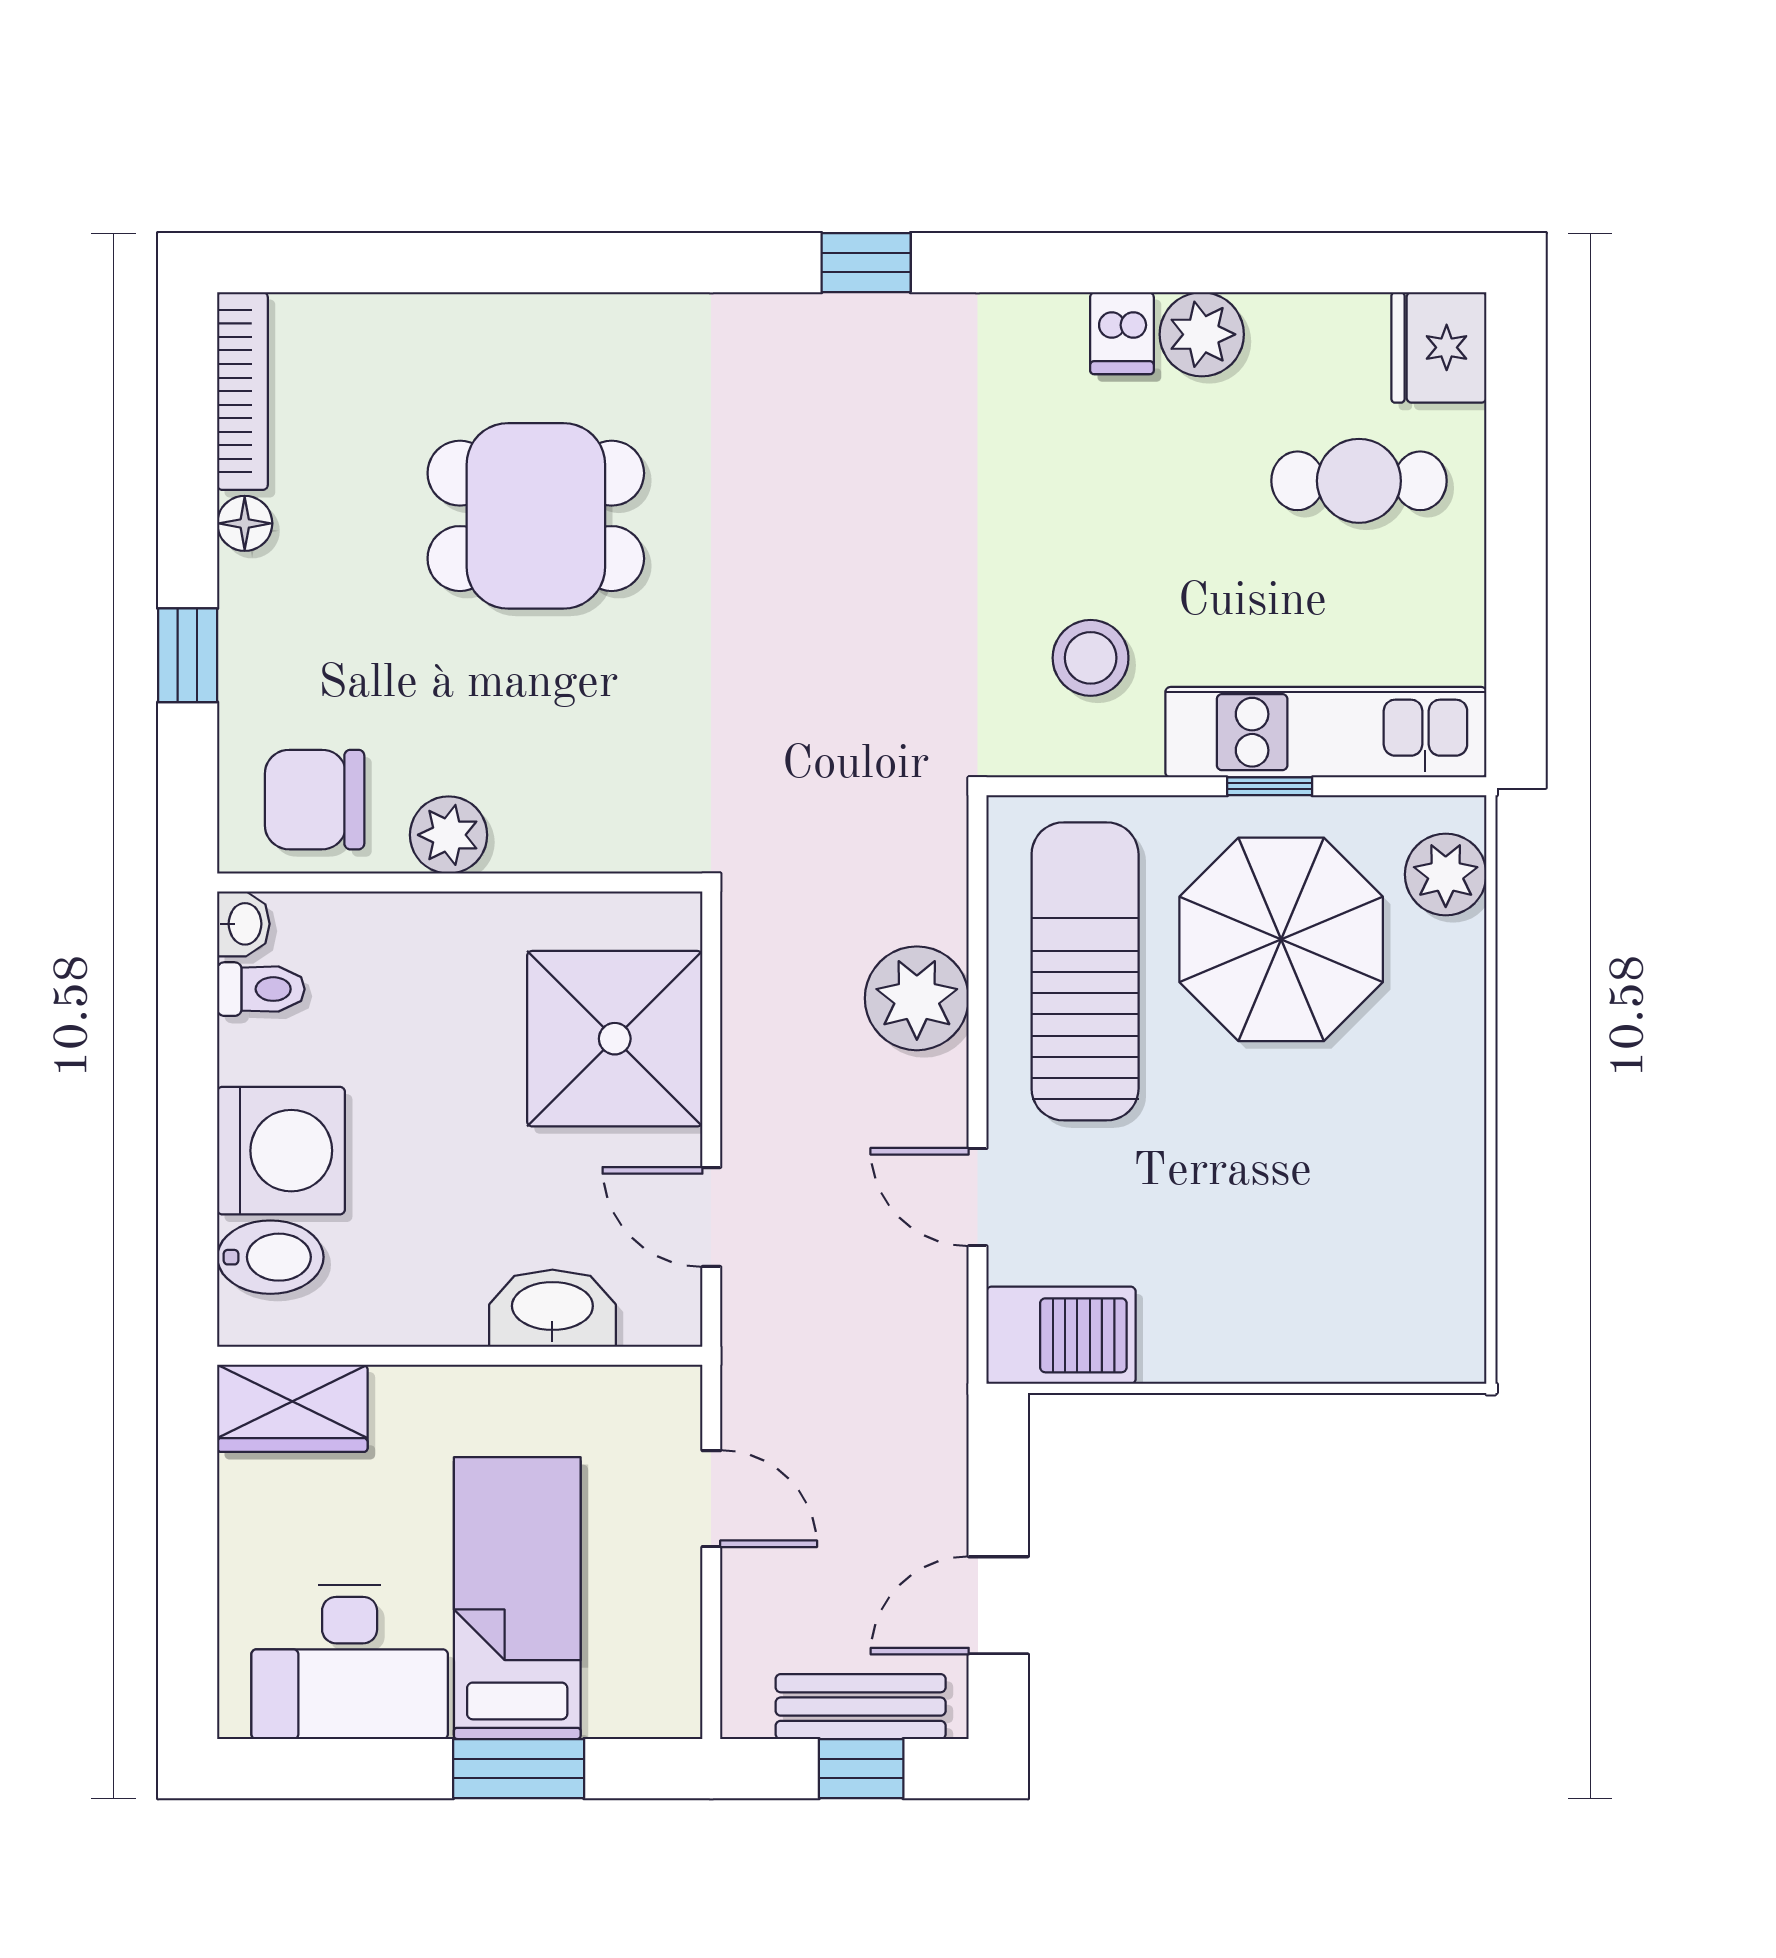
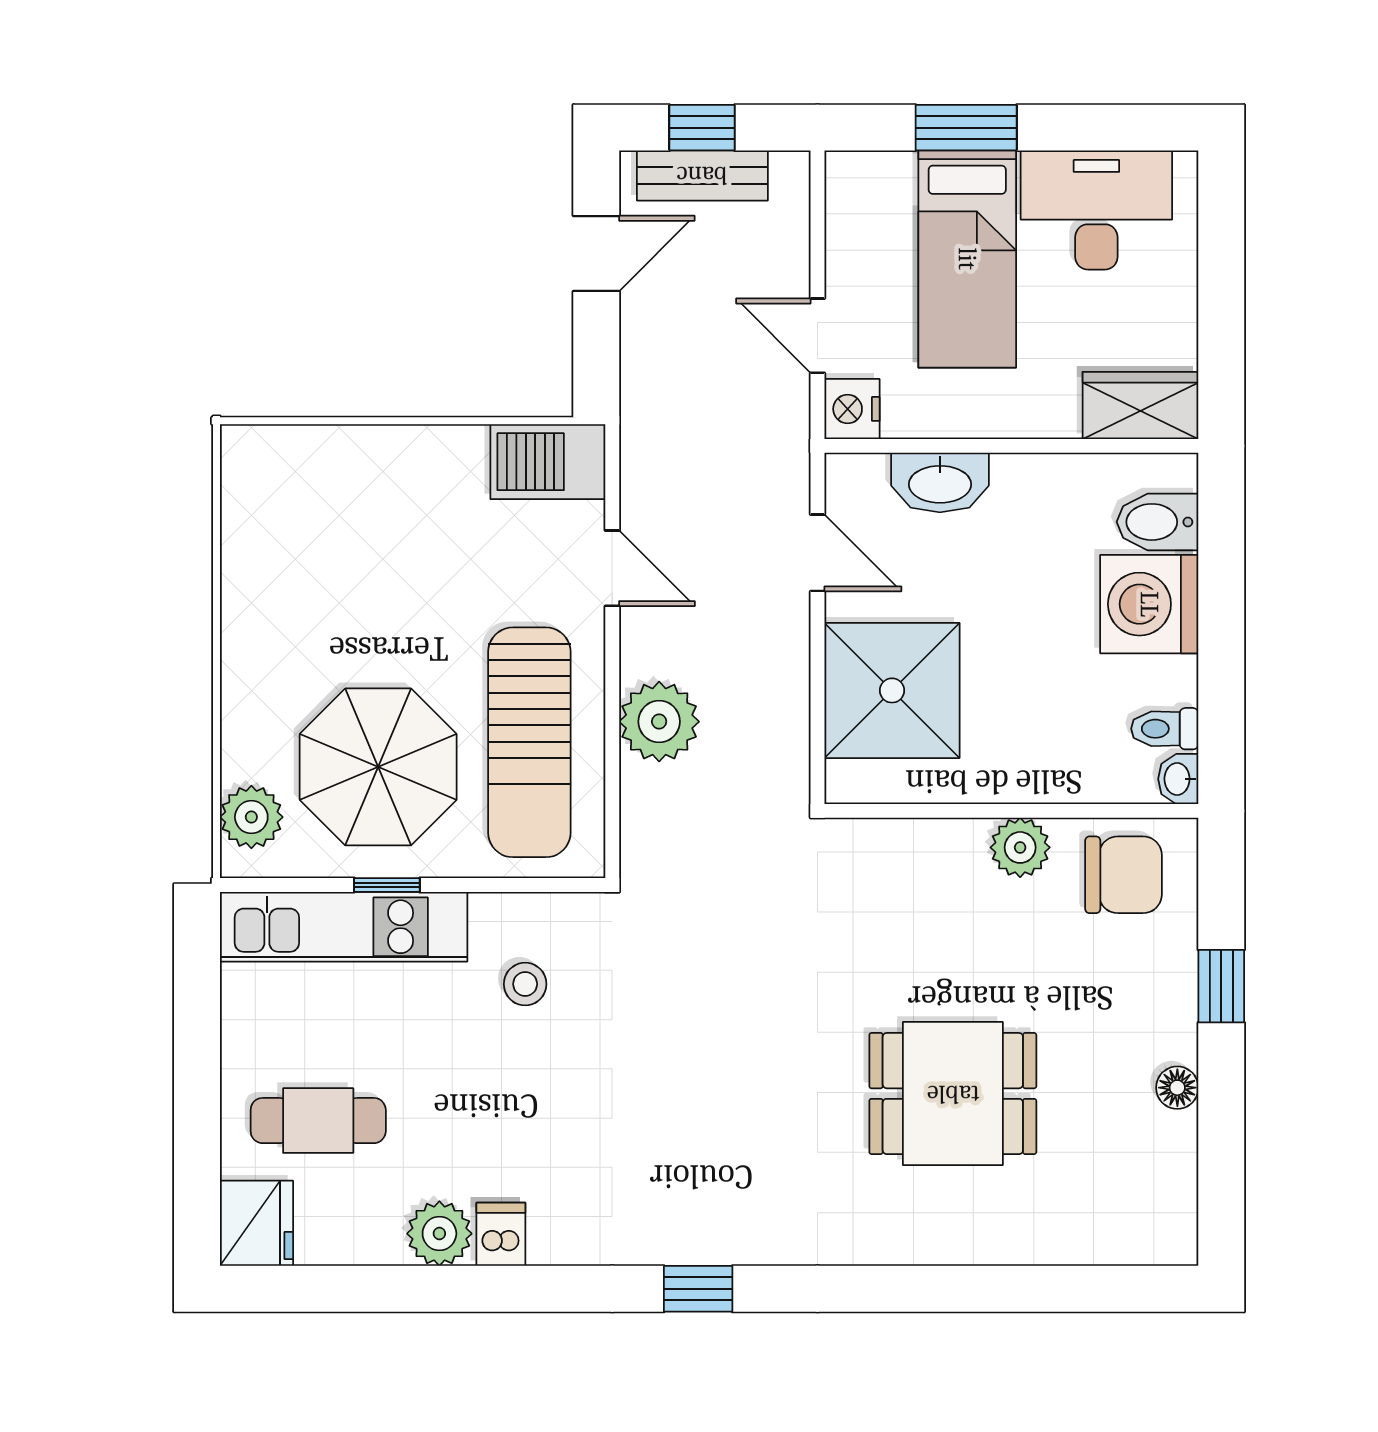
bookcase: (242, 391) -> (1179, 1190), removed
stool: (1091, 658) -> (525, 984), width x0.73, depth x0.73
nightstand: (667, 1404) -> (852, 409), added

